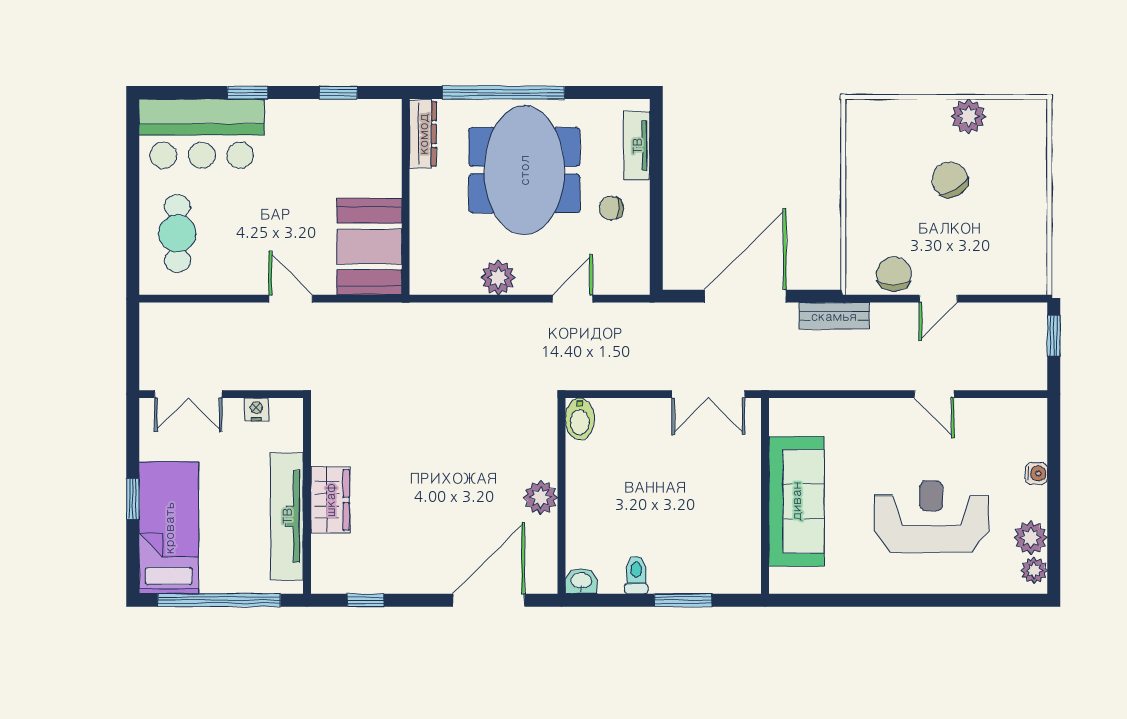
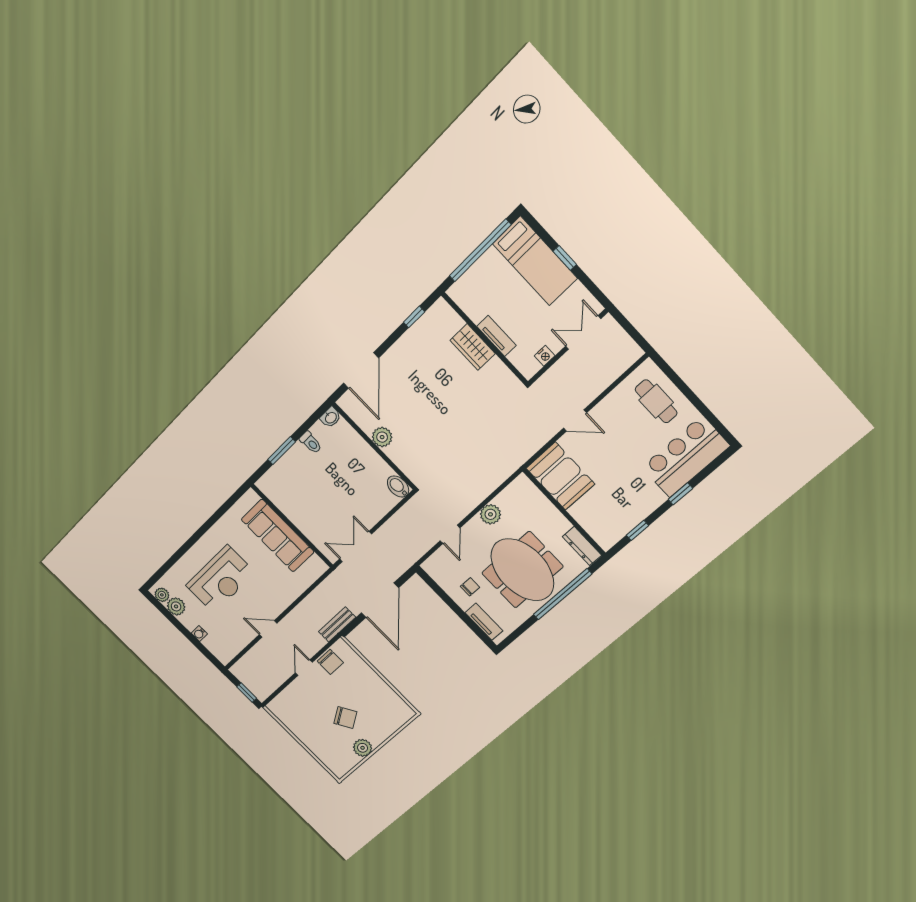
tv unit: (287, 516) -> (496, 336), width x0.52, depth x0.78

